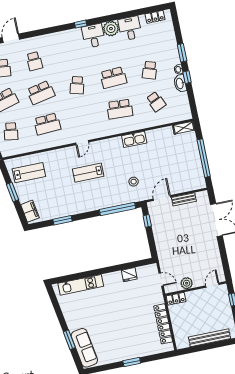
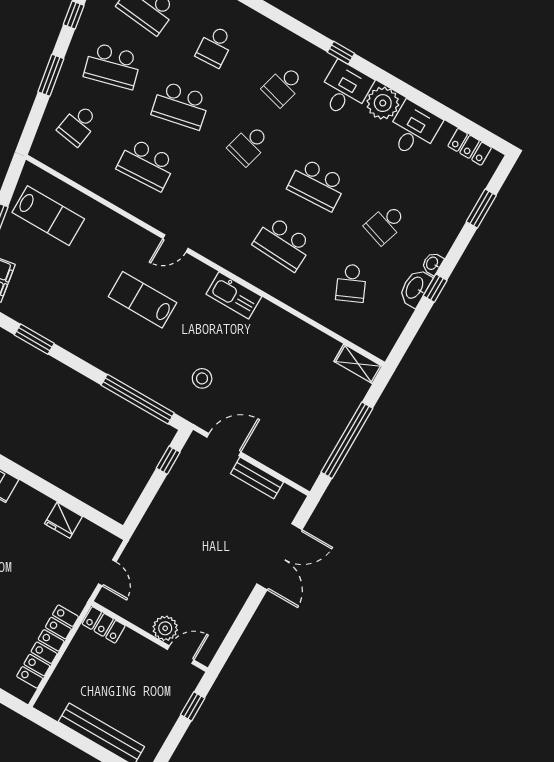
window: (182, 53) -> (481, 209), moved
school desk: (71, 54) -> (283, 86), added
kitchen sink: (134, 139) -> (234, 295), moved
plant: (187, 283) -> (165, 628), moved

